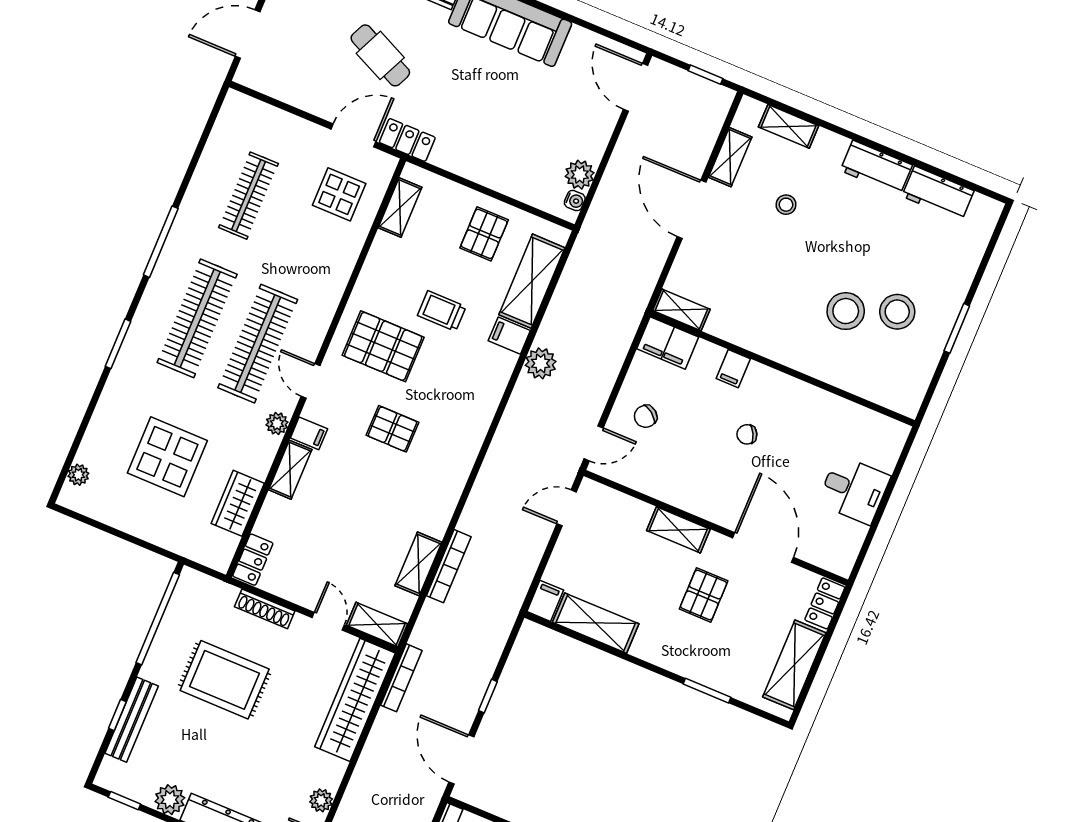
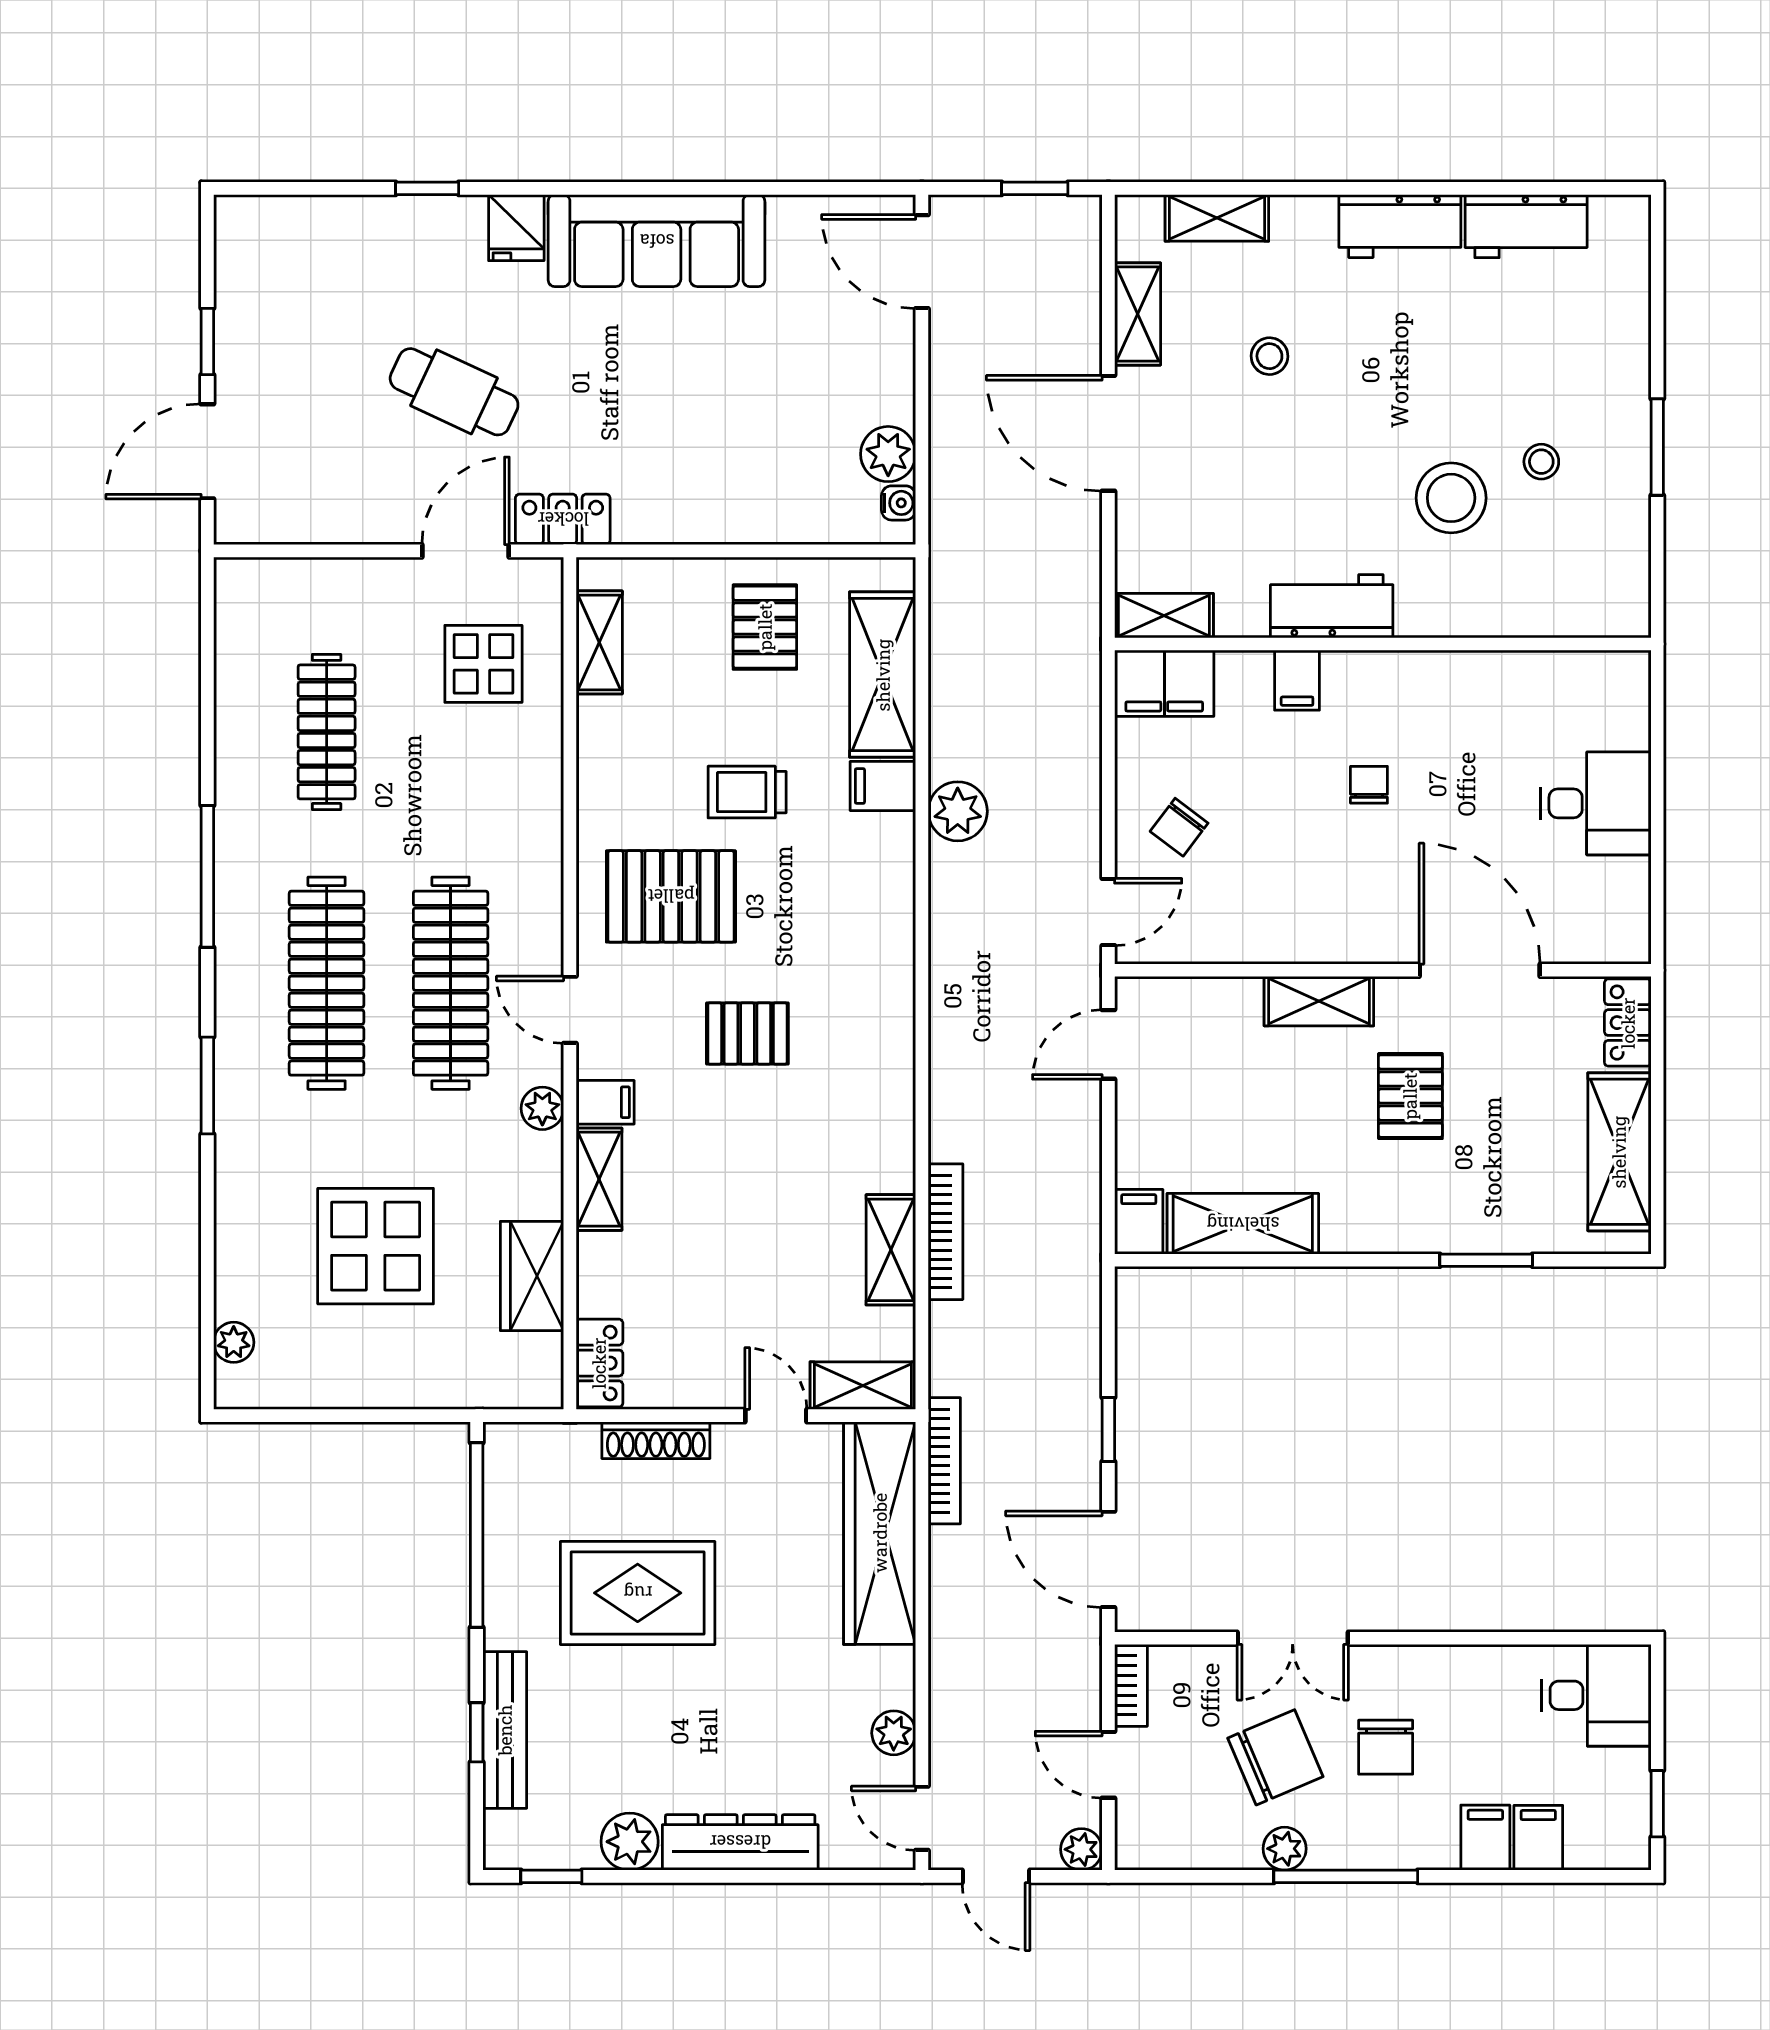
stool: (897, 312) -> (1541, 462), width x0.53, depth x0.53
workbench: (765, 340) -> (1332, 606), added
chair: (747, 434) -> (1369, 785), turned 117

